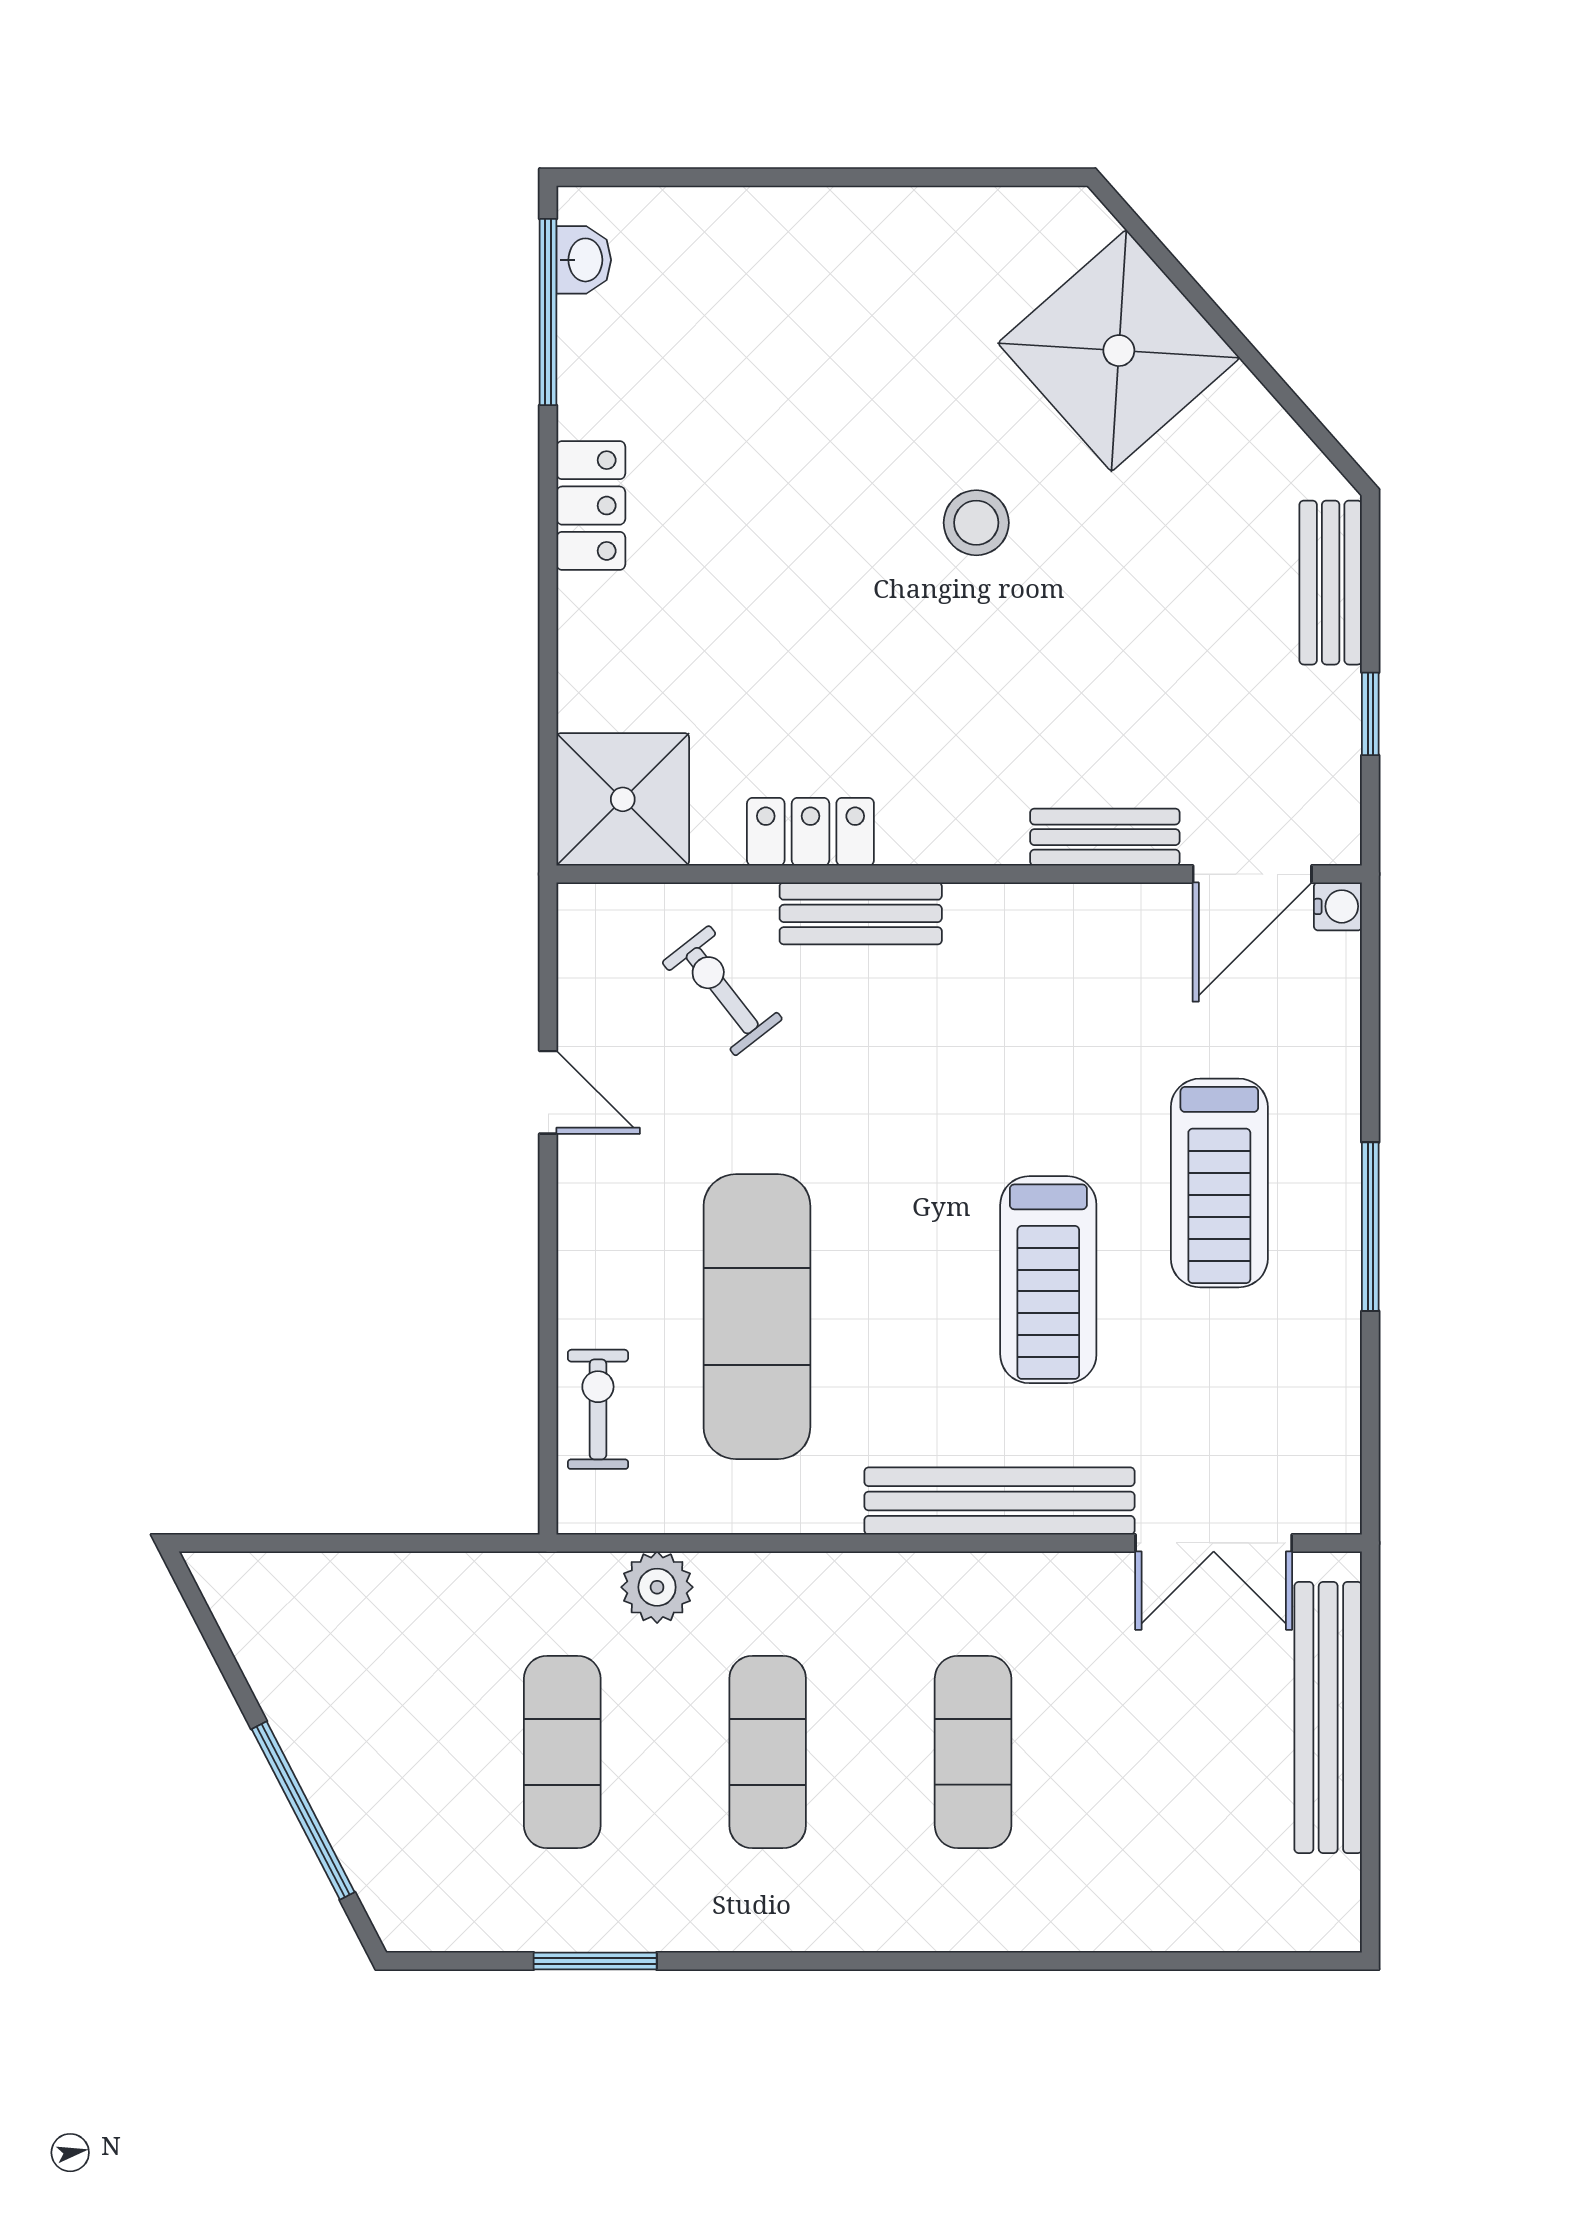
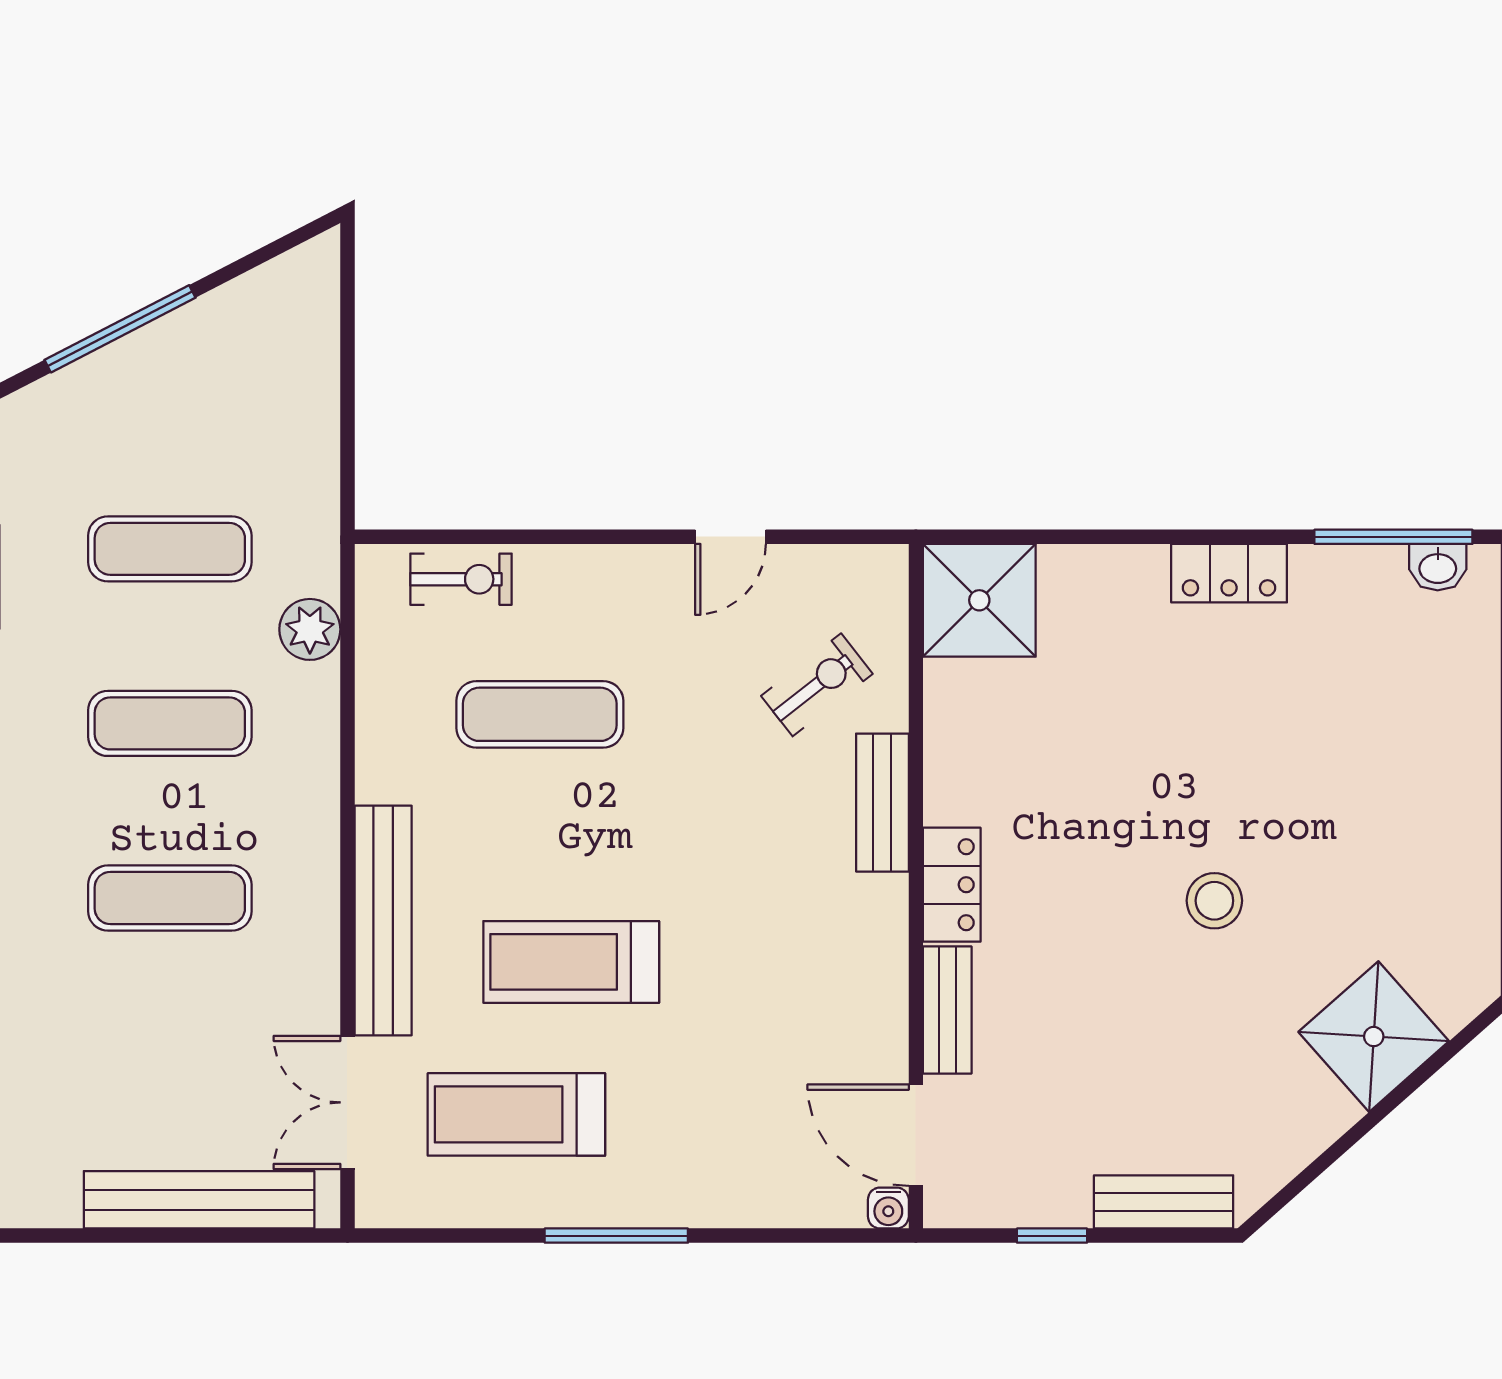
shower: (1119, 351) -> (1374, 1037), width x0.73, depth x0.73
locker: (810, 832) -> (952, 885), moved
treadmill: (1219, 1183) -> (516, 1114), moved
exercise mat: (757, 1317) -> (540, 714), width x0.73, depth x0.69

